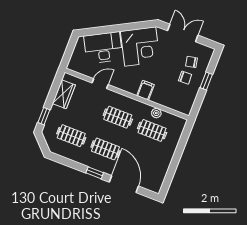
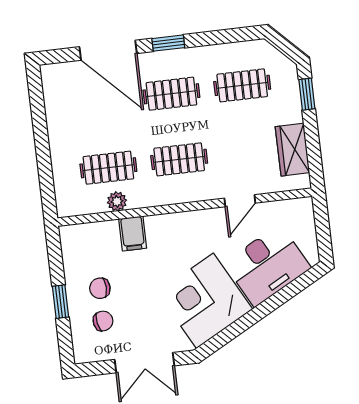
filing cabinet: (146, 90) -> (133, 233), moved

